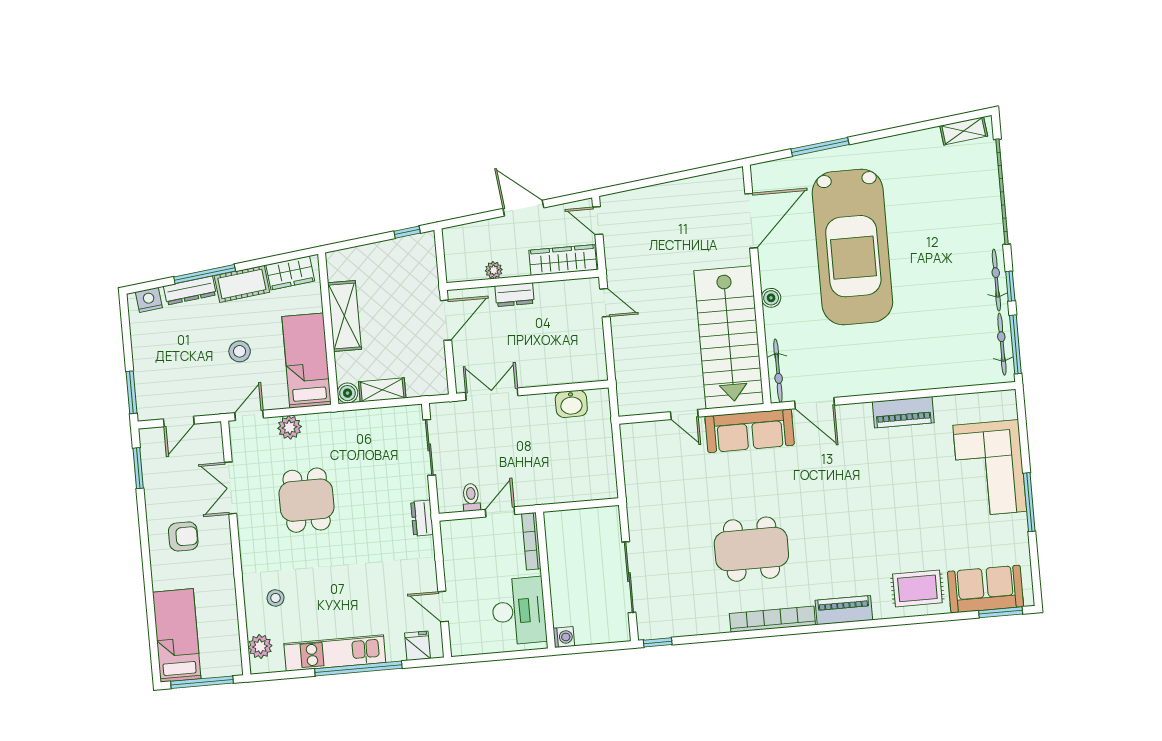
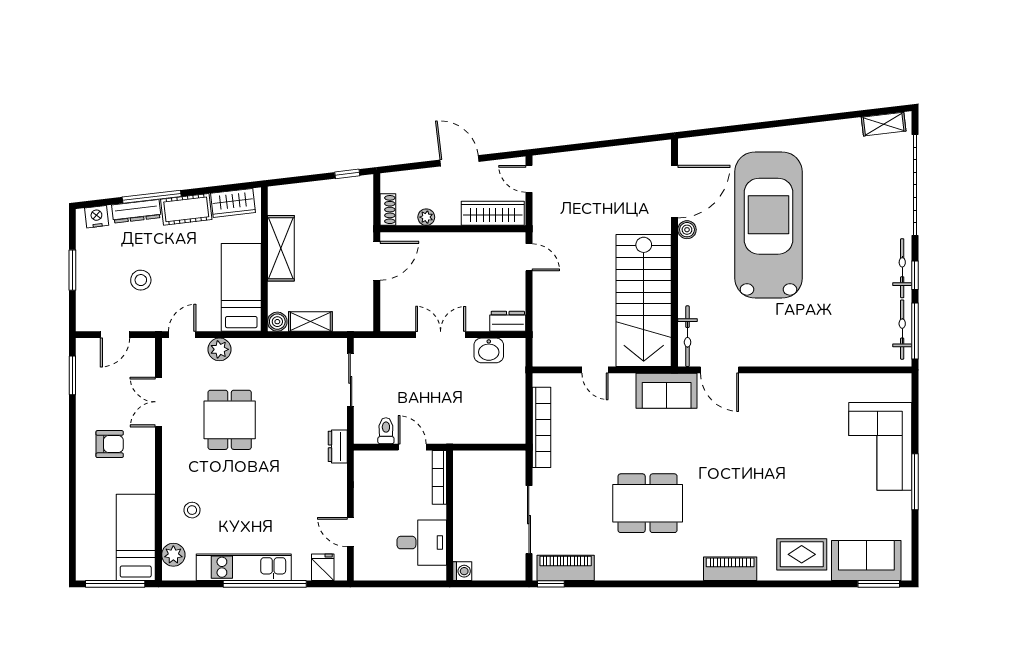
window: (820, 147) -> (746, 127), removed
car: (852, 247) -> (768, 225), turned 180
shoe rack: (453, 266) -> (388, 210), added
dresser: (515, 295) -> (508, 321), moved, turned 180
boiler: (771, 298) -> (687, 230), moved
stool: (240, 351) -> (141, 280), moved
window: (131, 392) -> (72, 270), moved
double door: (492, 394) -> (441, 335), moved
piano: (903, 412) -> (566, 568), moved, turned 180
sofa: (750, 431) -> (667, 391), width x0.73
door: (500, 512) -> (412, 447), hinge flipped
desk: (519, 611) -> (422, 543), width x0.73
bookcase: (772, 619) -> (541, 427), moved, turned 90
bed: (177, 635) -> (136, 537), moved

